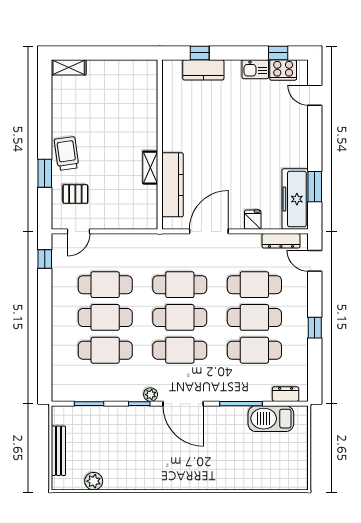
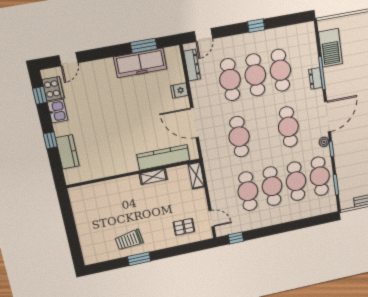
window: (200, 53) -> (50, 140), moved
shelving: (69, 67) -> (196, 175), moved
trolley: (67, 153) -> (129, 240), moved
window: (45, 173) -> (139, 259), moved
pallet: (75, 194) -> (184, 227), turned 90
freezer: (295, 199) -> (140, 63), moved
cafe table: (180, 317) -> (320, 176), moved
dresser: (286, 394) -> (315, 78), moved

